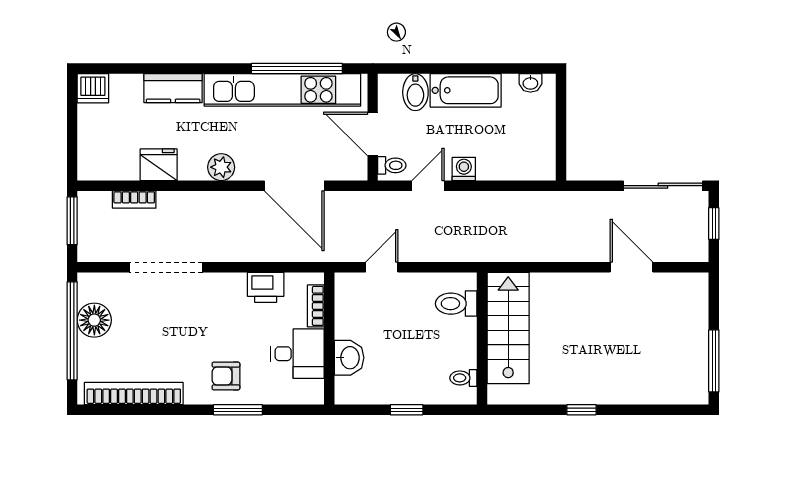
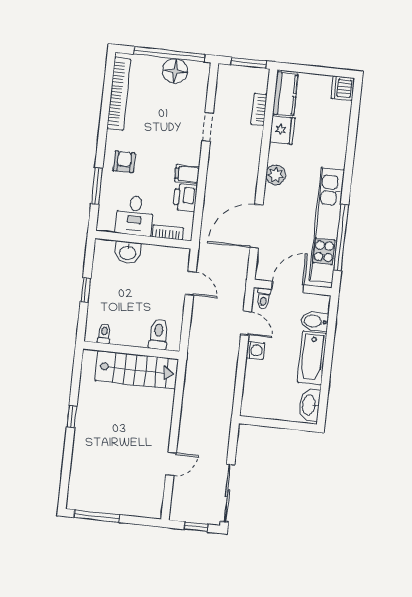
washbasin: (530, 83) -> (309, 405), width x1.91, depth x1.45
kitchen counter: (173, 88) -> (285, 94), moved, turned 180
doorway: (166, 267) -> (208, 127), width x0.53
door: (632, 267) -> (171, 464), width x0.73
filing cabinet: (233, 288) -> (187, 174), added
window: (238, 410) -> (97, 186), moved

